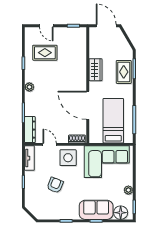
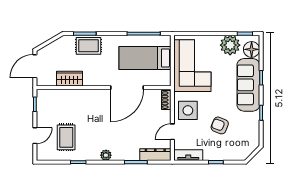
wardrobe: (95, 70) -> (70, 79), moved
plant: (128, 190) -> (230, 45), width x1.88, depth x1.88
sofa: (96, 210) -> (248, 85), width x1.36

